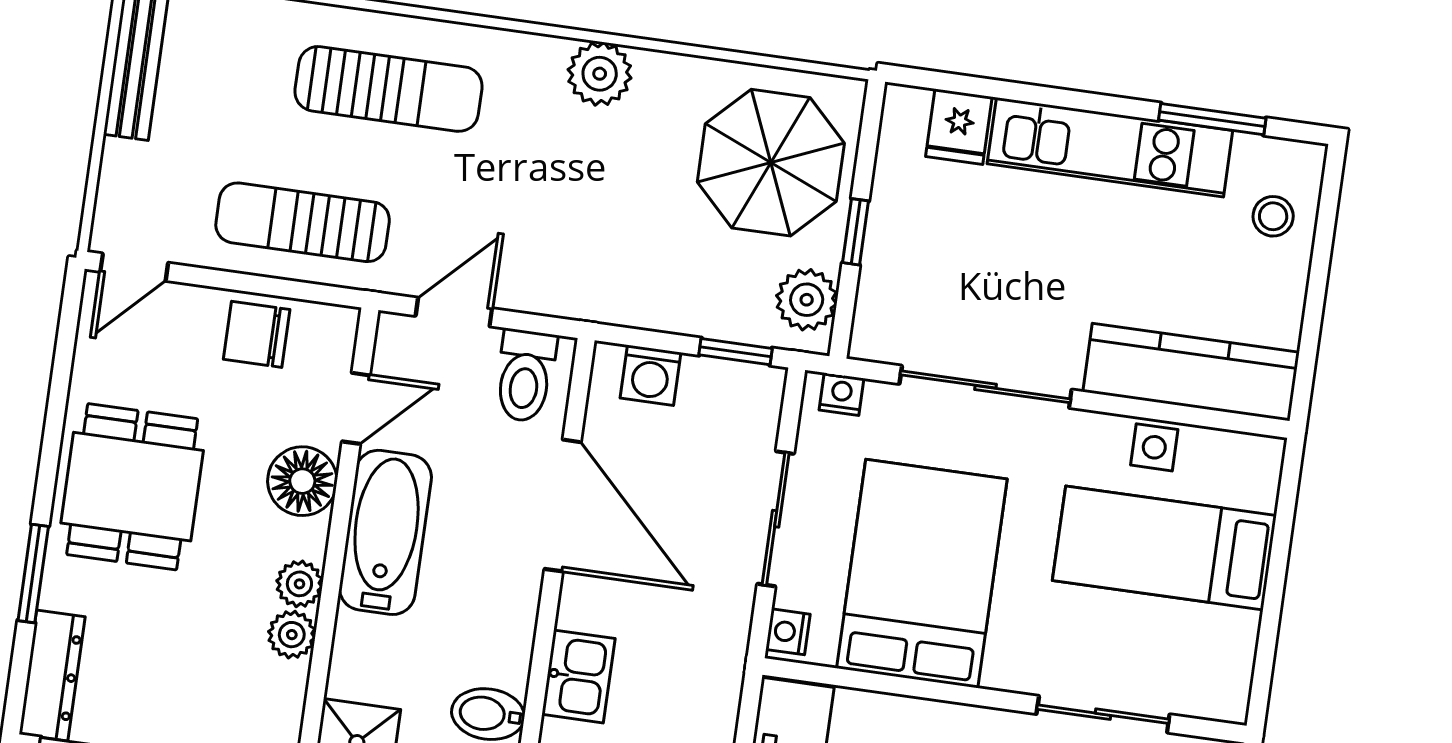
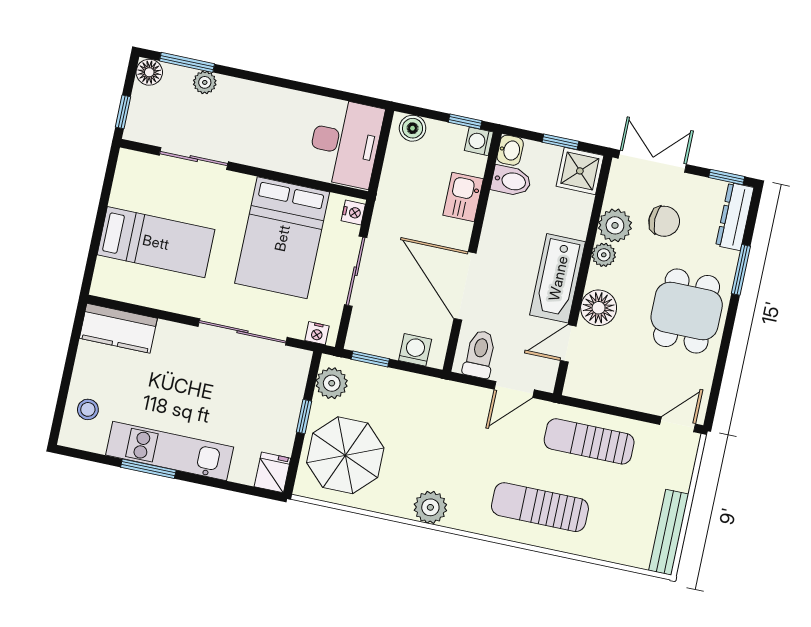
window: (1212, 119) -> (148, 469), moved
fridge: (959, 127) -> (272, 472), moved
sun lounger: (303, 222) -> (589, 441), turned 180
chair: (257, 334) -> (664, 221), moved
kitchen counter: (1191, 372) -> (118, 328), width x0.67
side table: (1154, 447) -> (158, 294), removed
plant: (292, 635) -> (615, 225), width x1.38, depth x1.38

